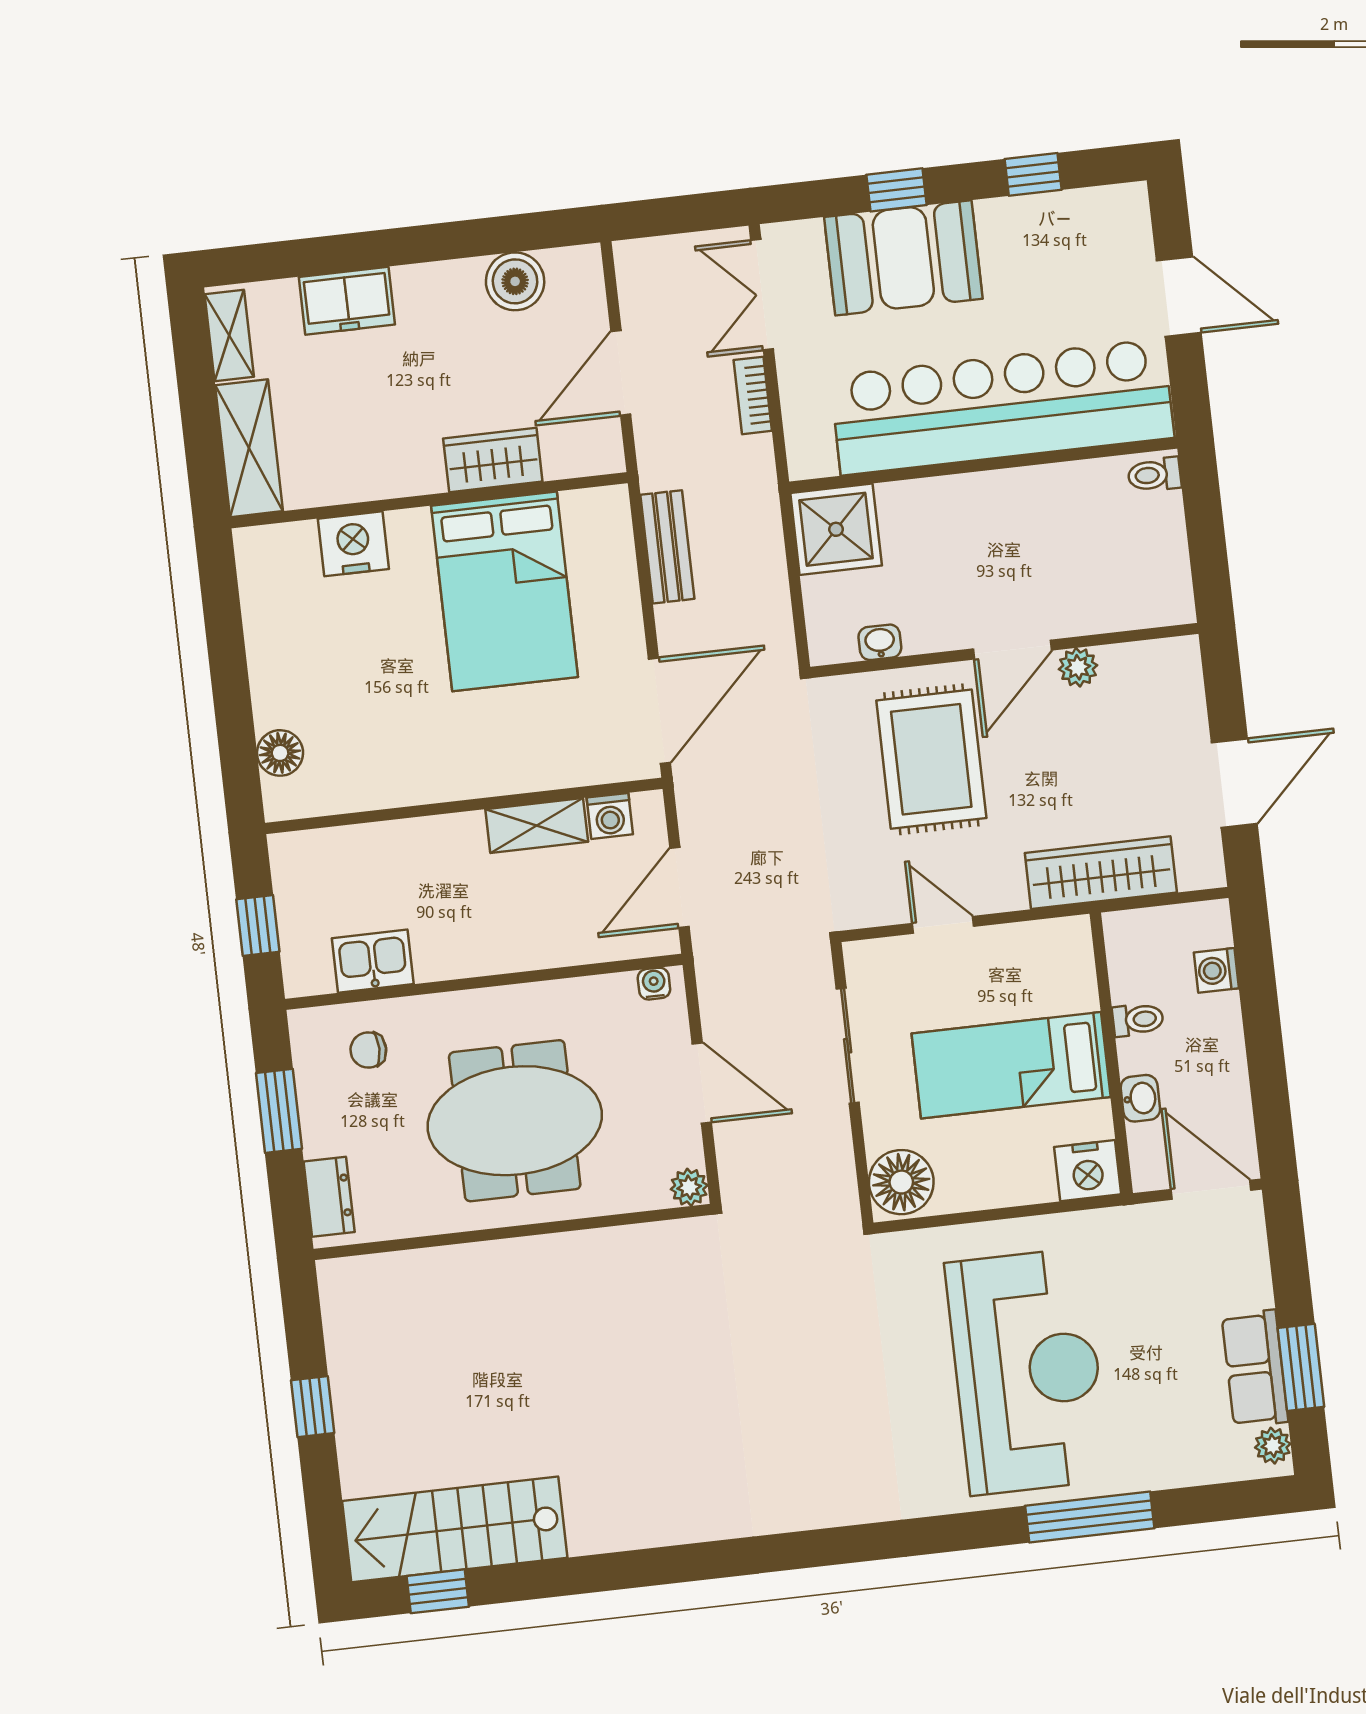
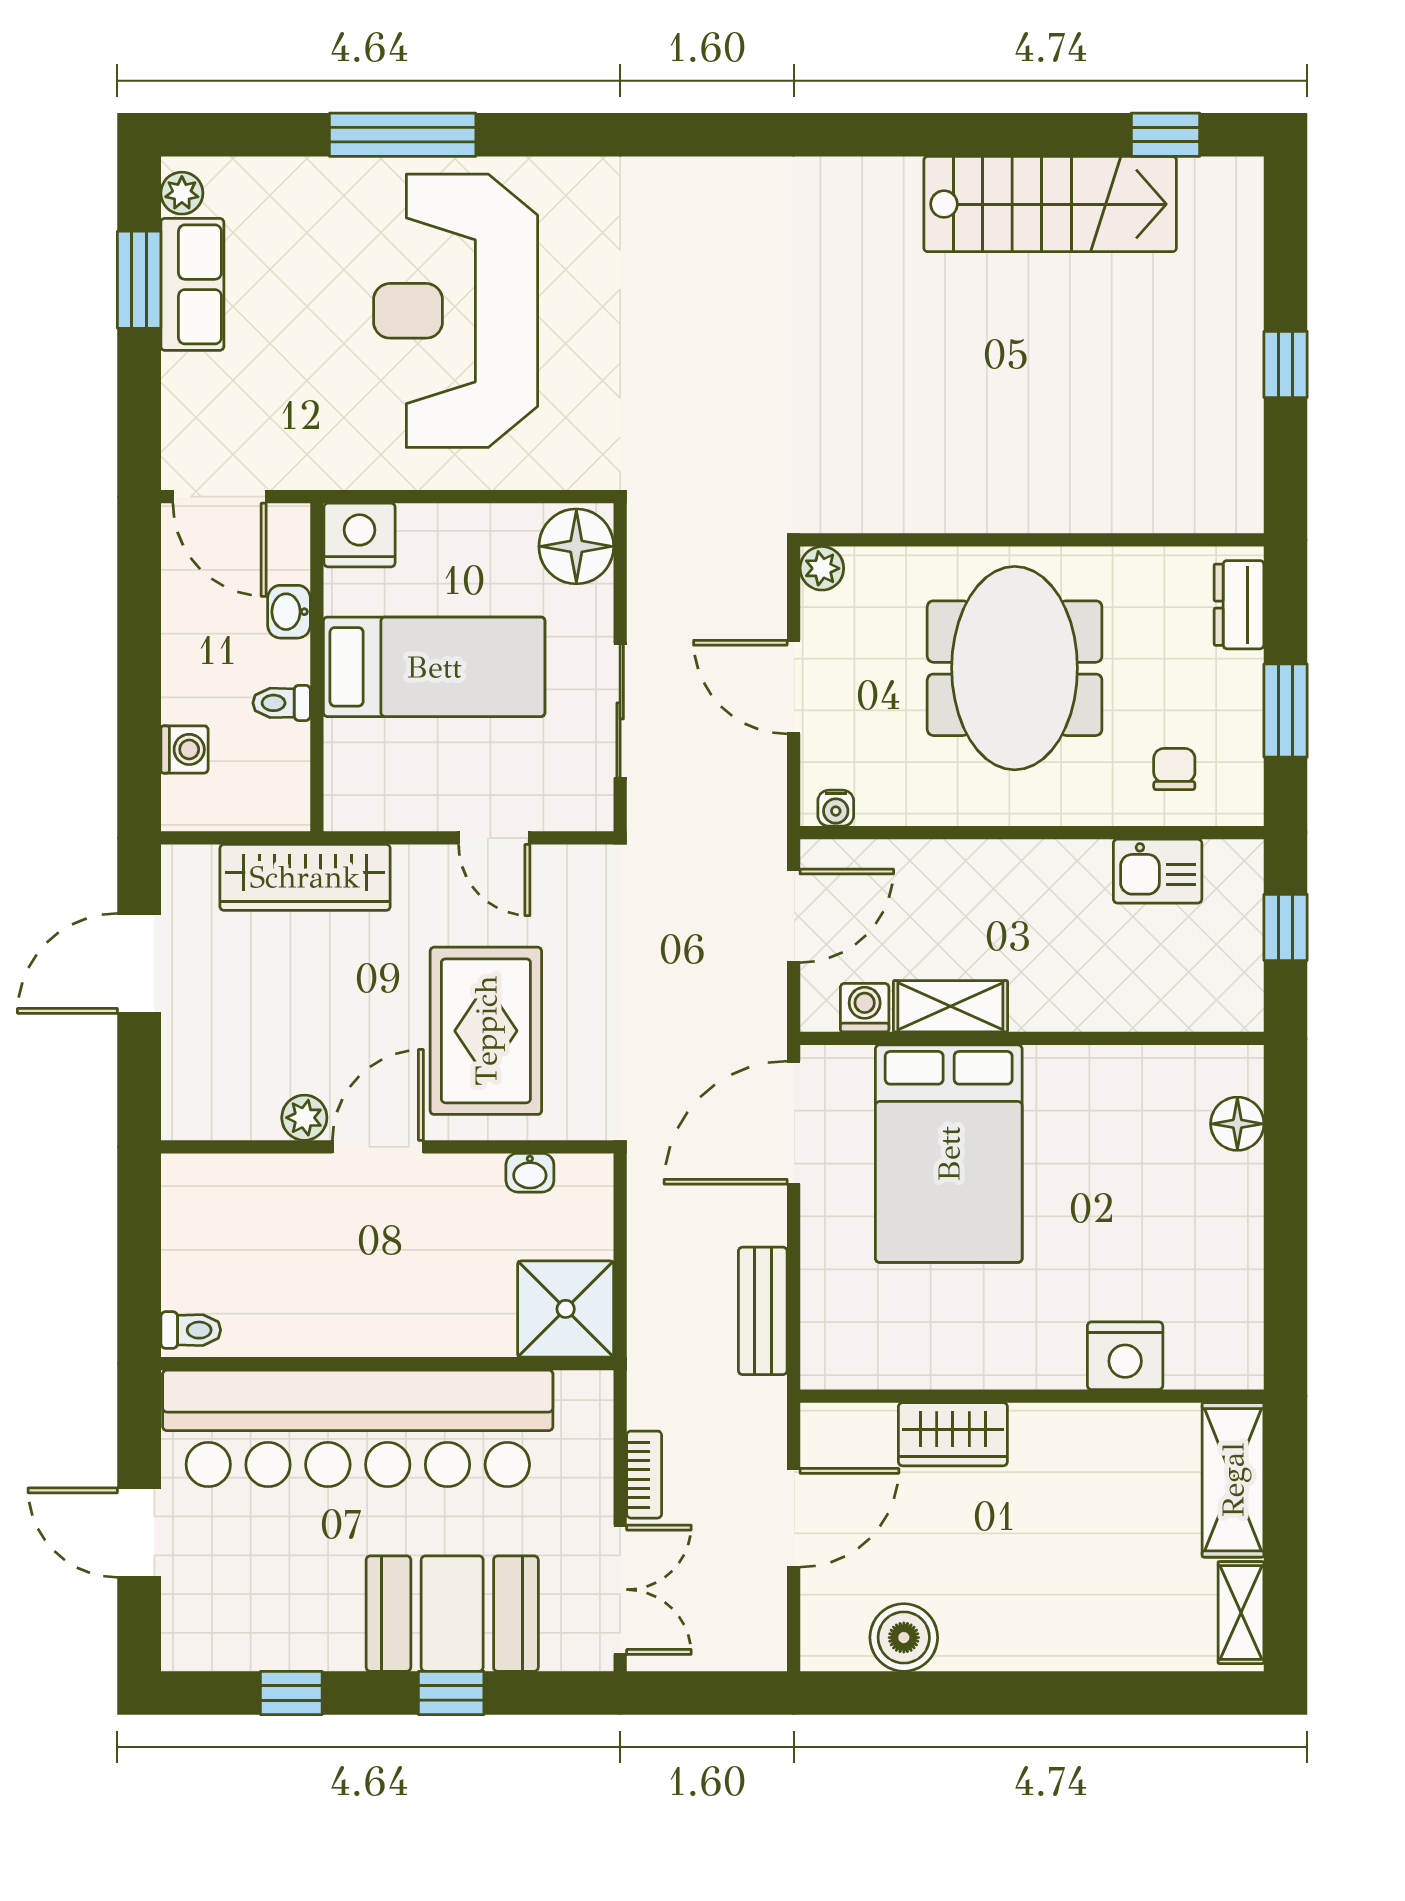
freezer: (347, 301) -> (1101, 1637), removed
bed: (505, 591) -> (949, 1154), moved, turned 180
chair: (368, 1050) -> (1174, 769), turned -90
meeting table: (515, 1121) -> (1015, 668), turned 90
stairs: (455, 1529) -> (1050, 204), moved

